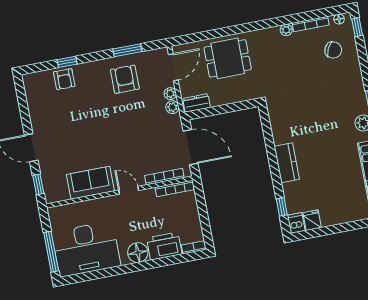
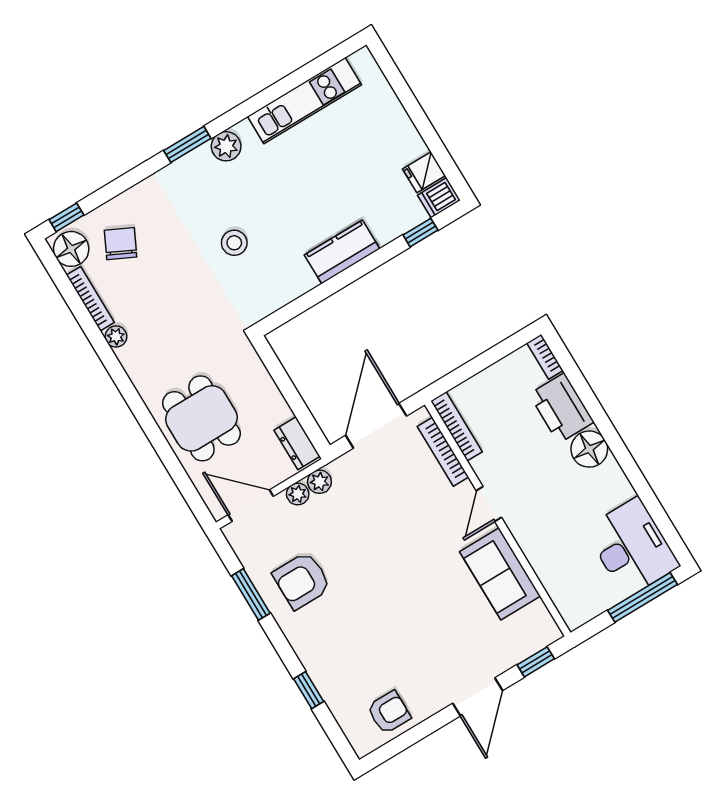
floor lamp: (339, 19) -> (71, 249), width x1.89, depth x1.89
armchair: (64, 79) -> (389, 712), moved
stool: (312, 109) -> (234, 243), added
desk: (86, 249) -> (632, 547), width x0.73, depth x0.77

